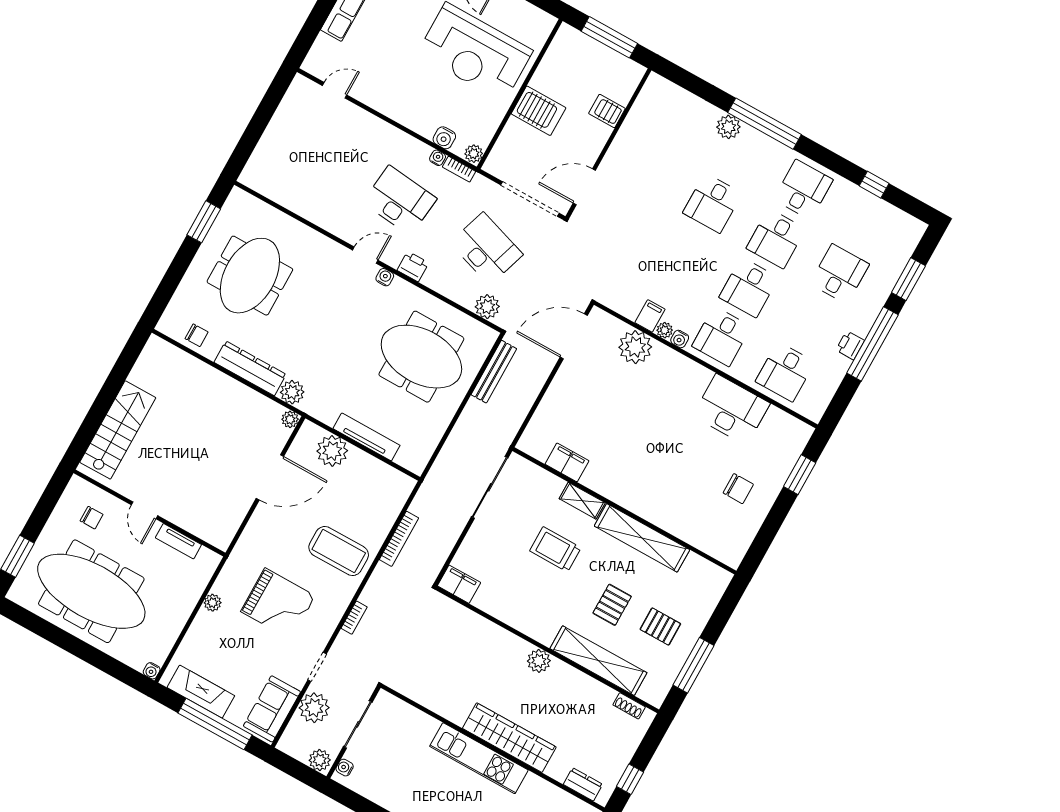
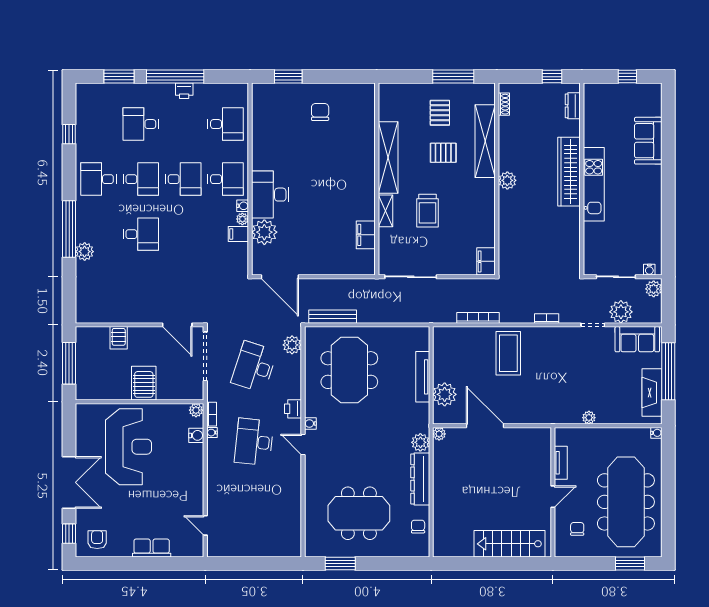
desk: (731, 409) -> (270, 195), moved
grand piano: (278, 604) -> (565, 374), removed

